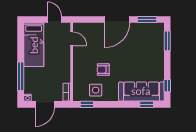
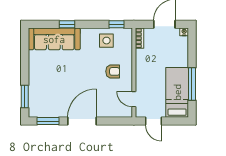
armchair: (103, 70) -> (113, 71), moved
window: (21, 76) -> (192, 84), moved
window: (167, 86) -> (25, 46), removed
window: (147, 104) -> (67, 24), moved

